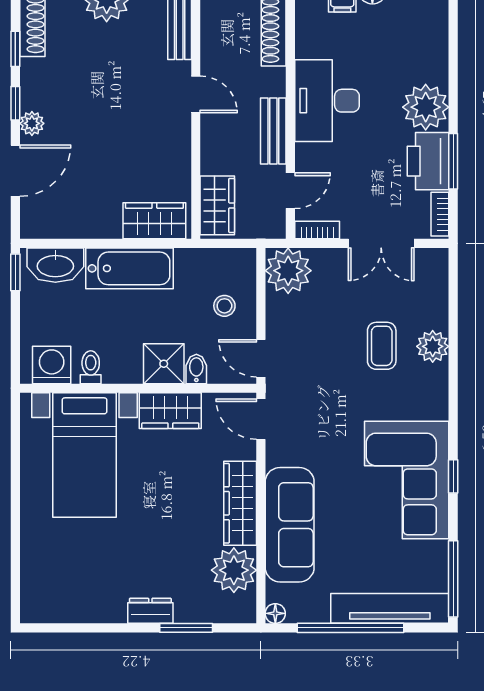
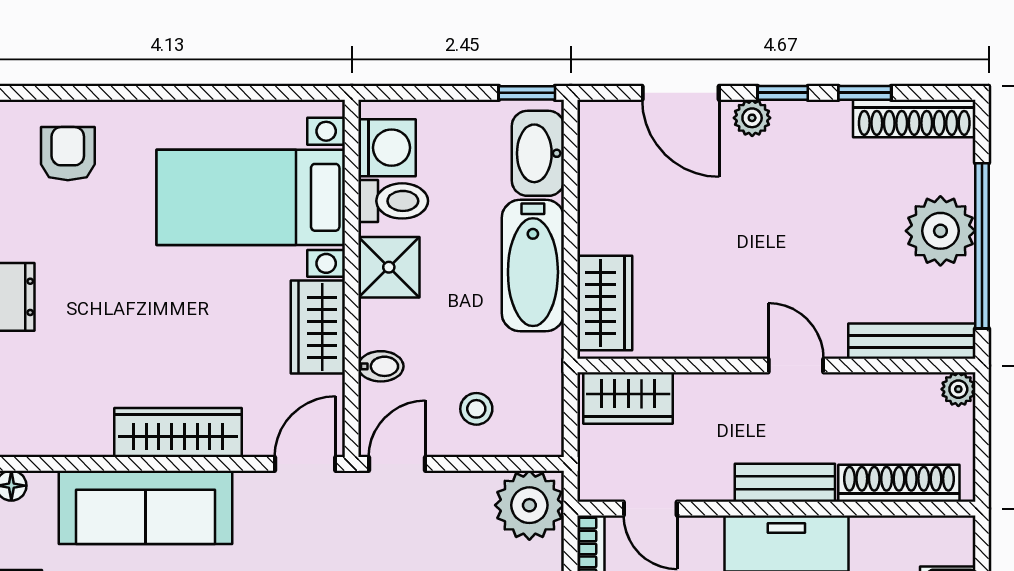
door: (196, 94) -> (796, 366), swing flipped
bench: (273, 131) -> (785, 483), moved
shower: (164, 364) -> (389, 267), moved
toilet: (91, 367) -> (393, 201), width x1.37, depth x1.39
plant: (234, 570) -> (77, 423), removed
armchair: (56, 576) -> (68, 154), added

